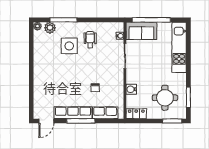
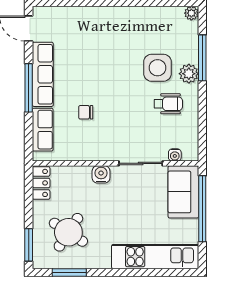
plant: (50, 28) -> (189, 74), moved
water cooler: (131, 89) -> (101, 174), moved
round table: (165, 98) -> (68, 232), turned 33

